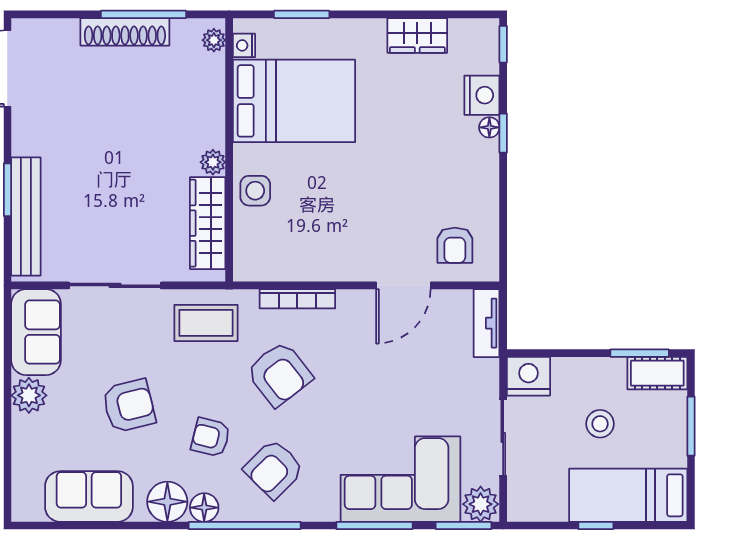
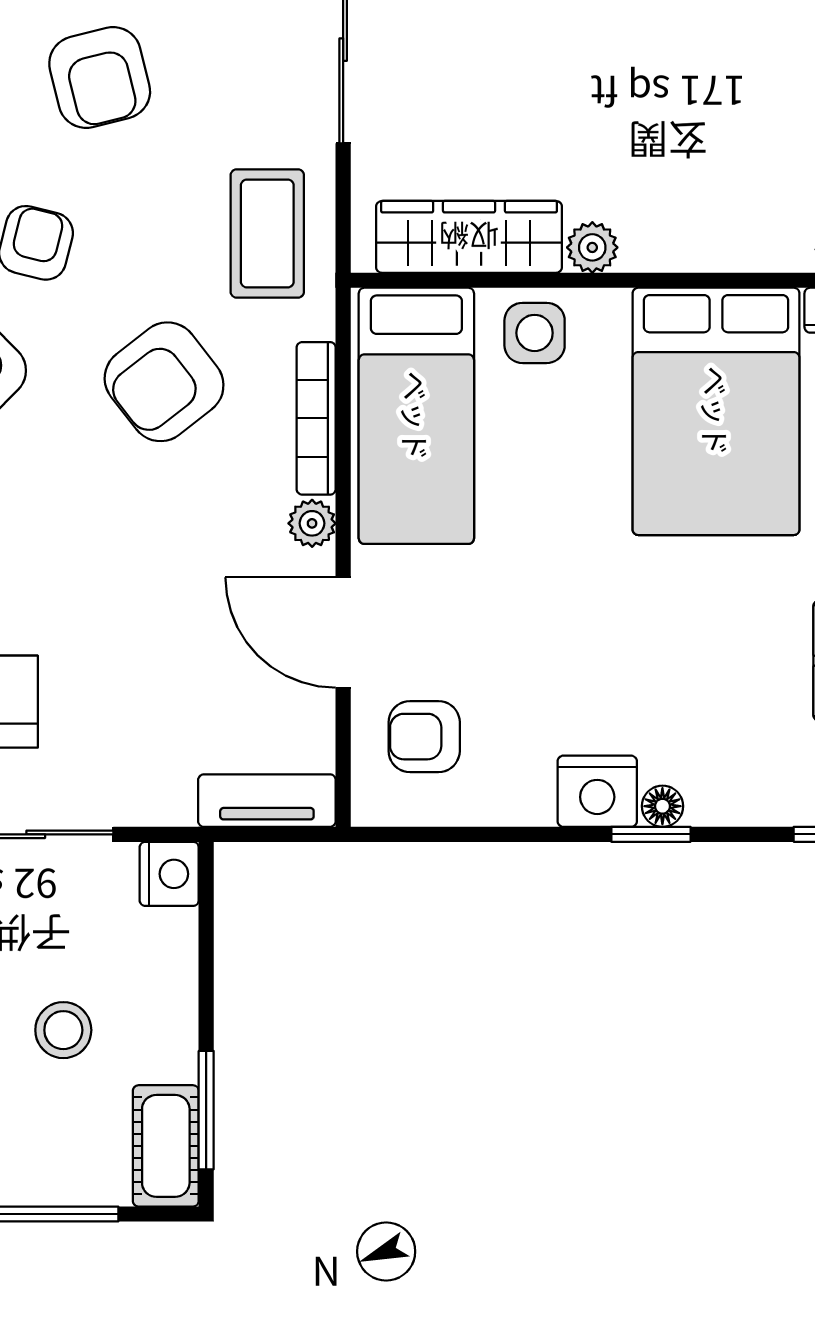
nightstand: (482, 95) -> (597, 791), moved
bed: (296, 249) -> (416, 416), added
plant: (349, 301) -> (312, 523), added
nightstand: (528, 376) -> (169, 874), width x0.74, depth x0.75

